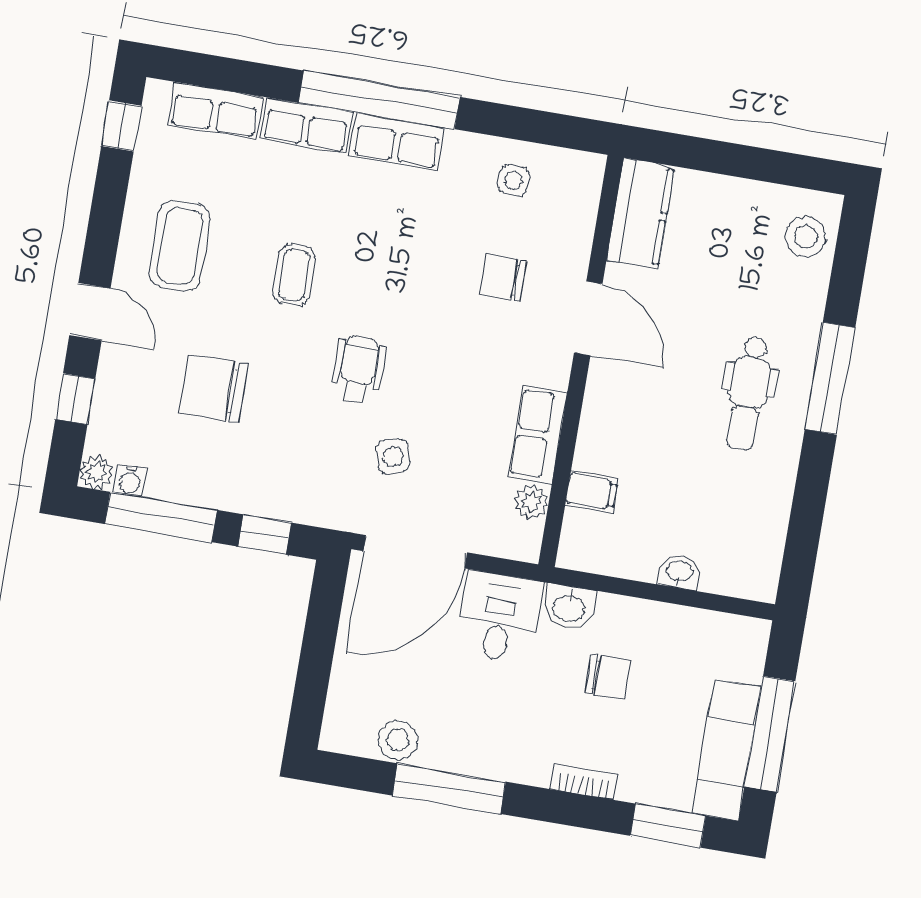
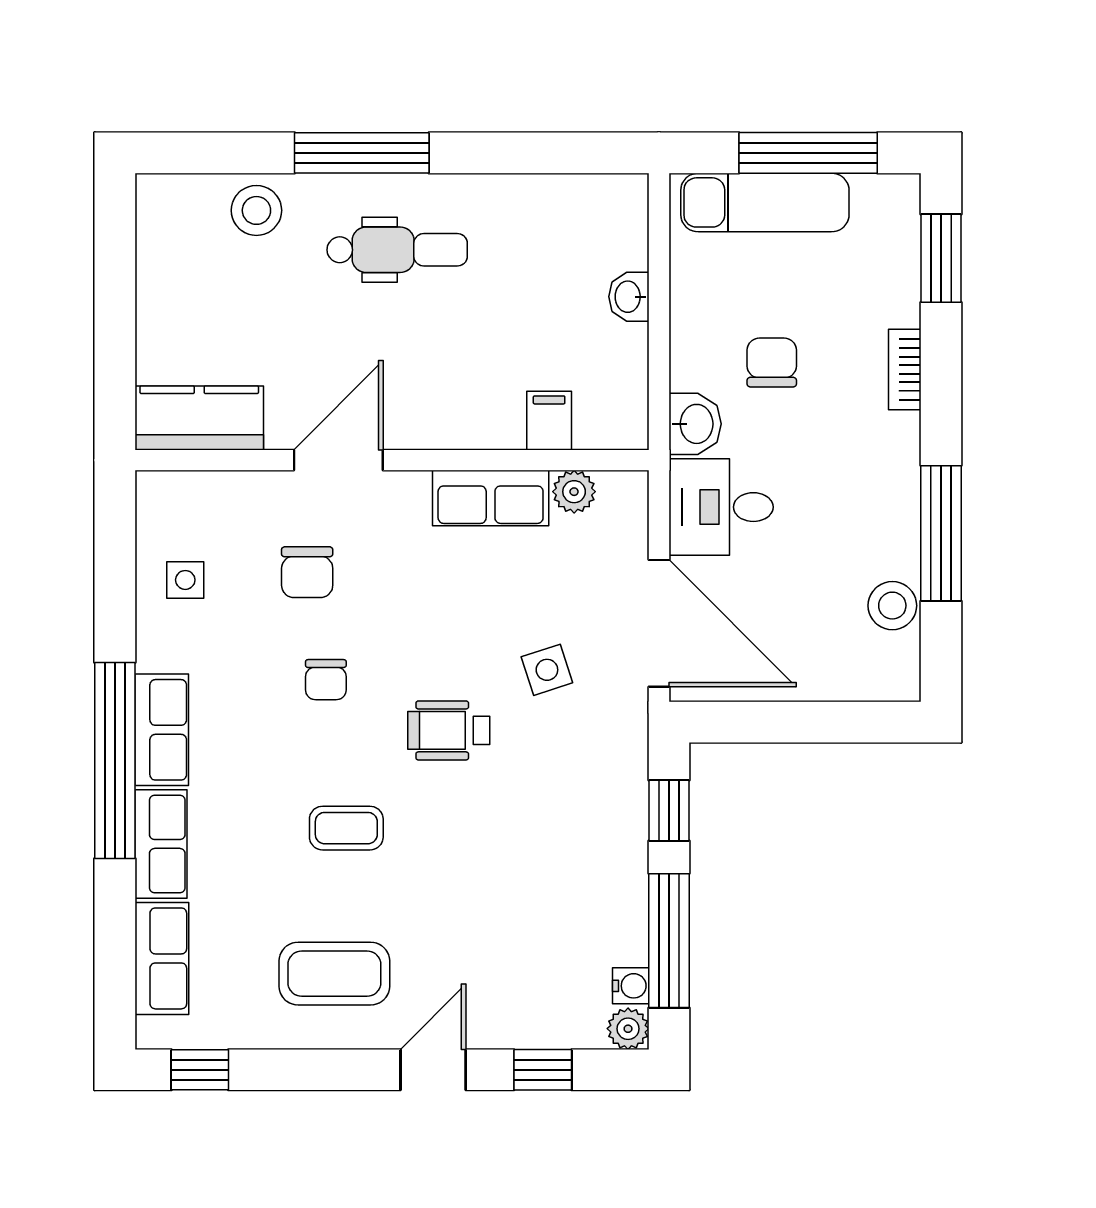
stool: (806, 237) -> (256, 210), moved
chair: (214, 388) -> (326, 680), moved, width x0.54, depth x0.54
exam couch: (726, 750) -> (765, 202), moved

